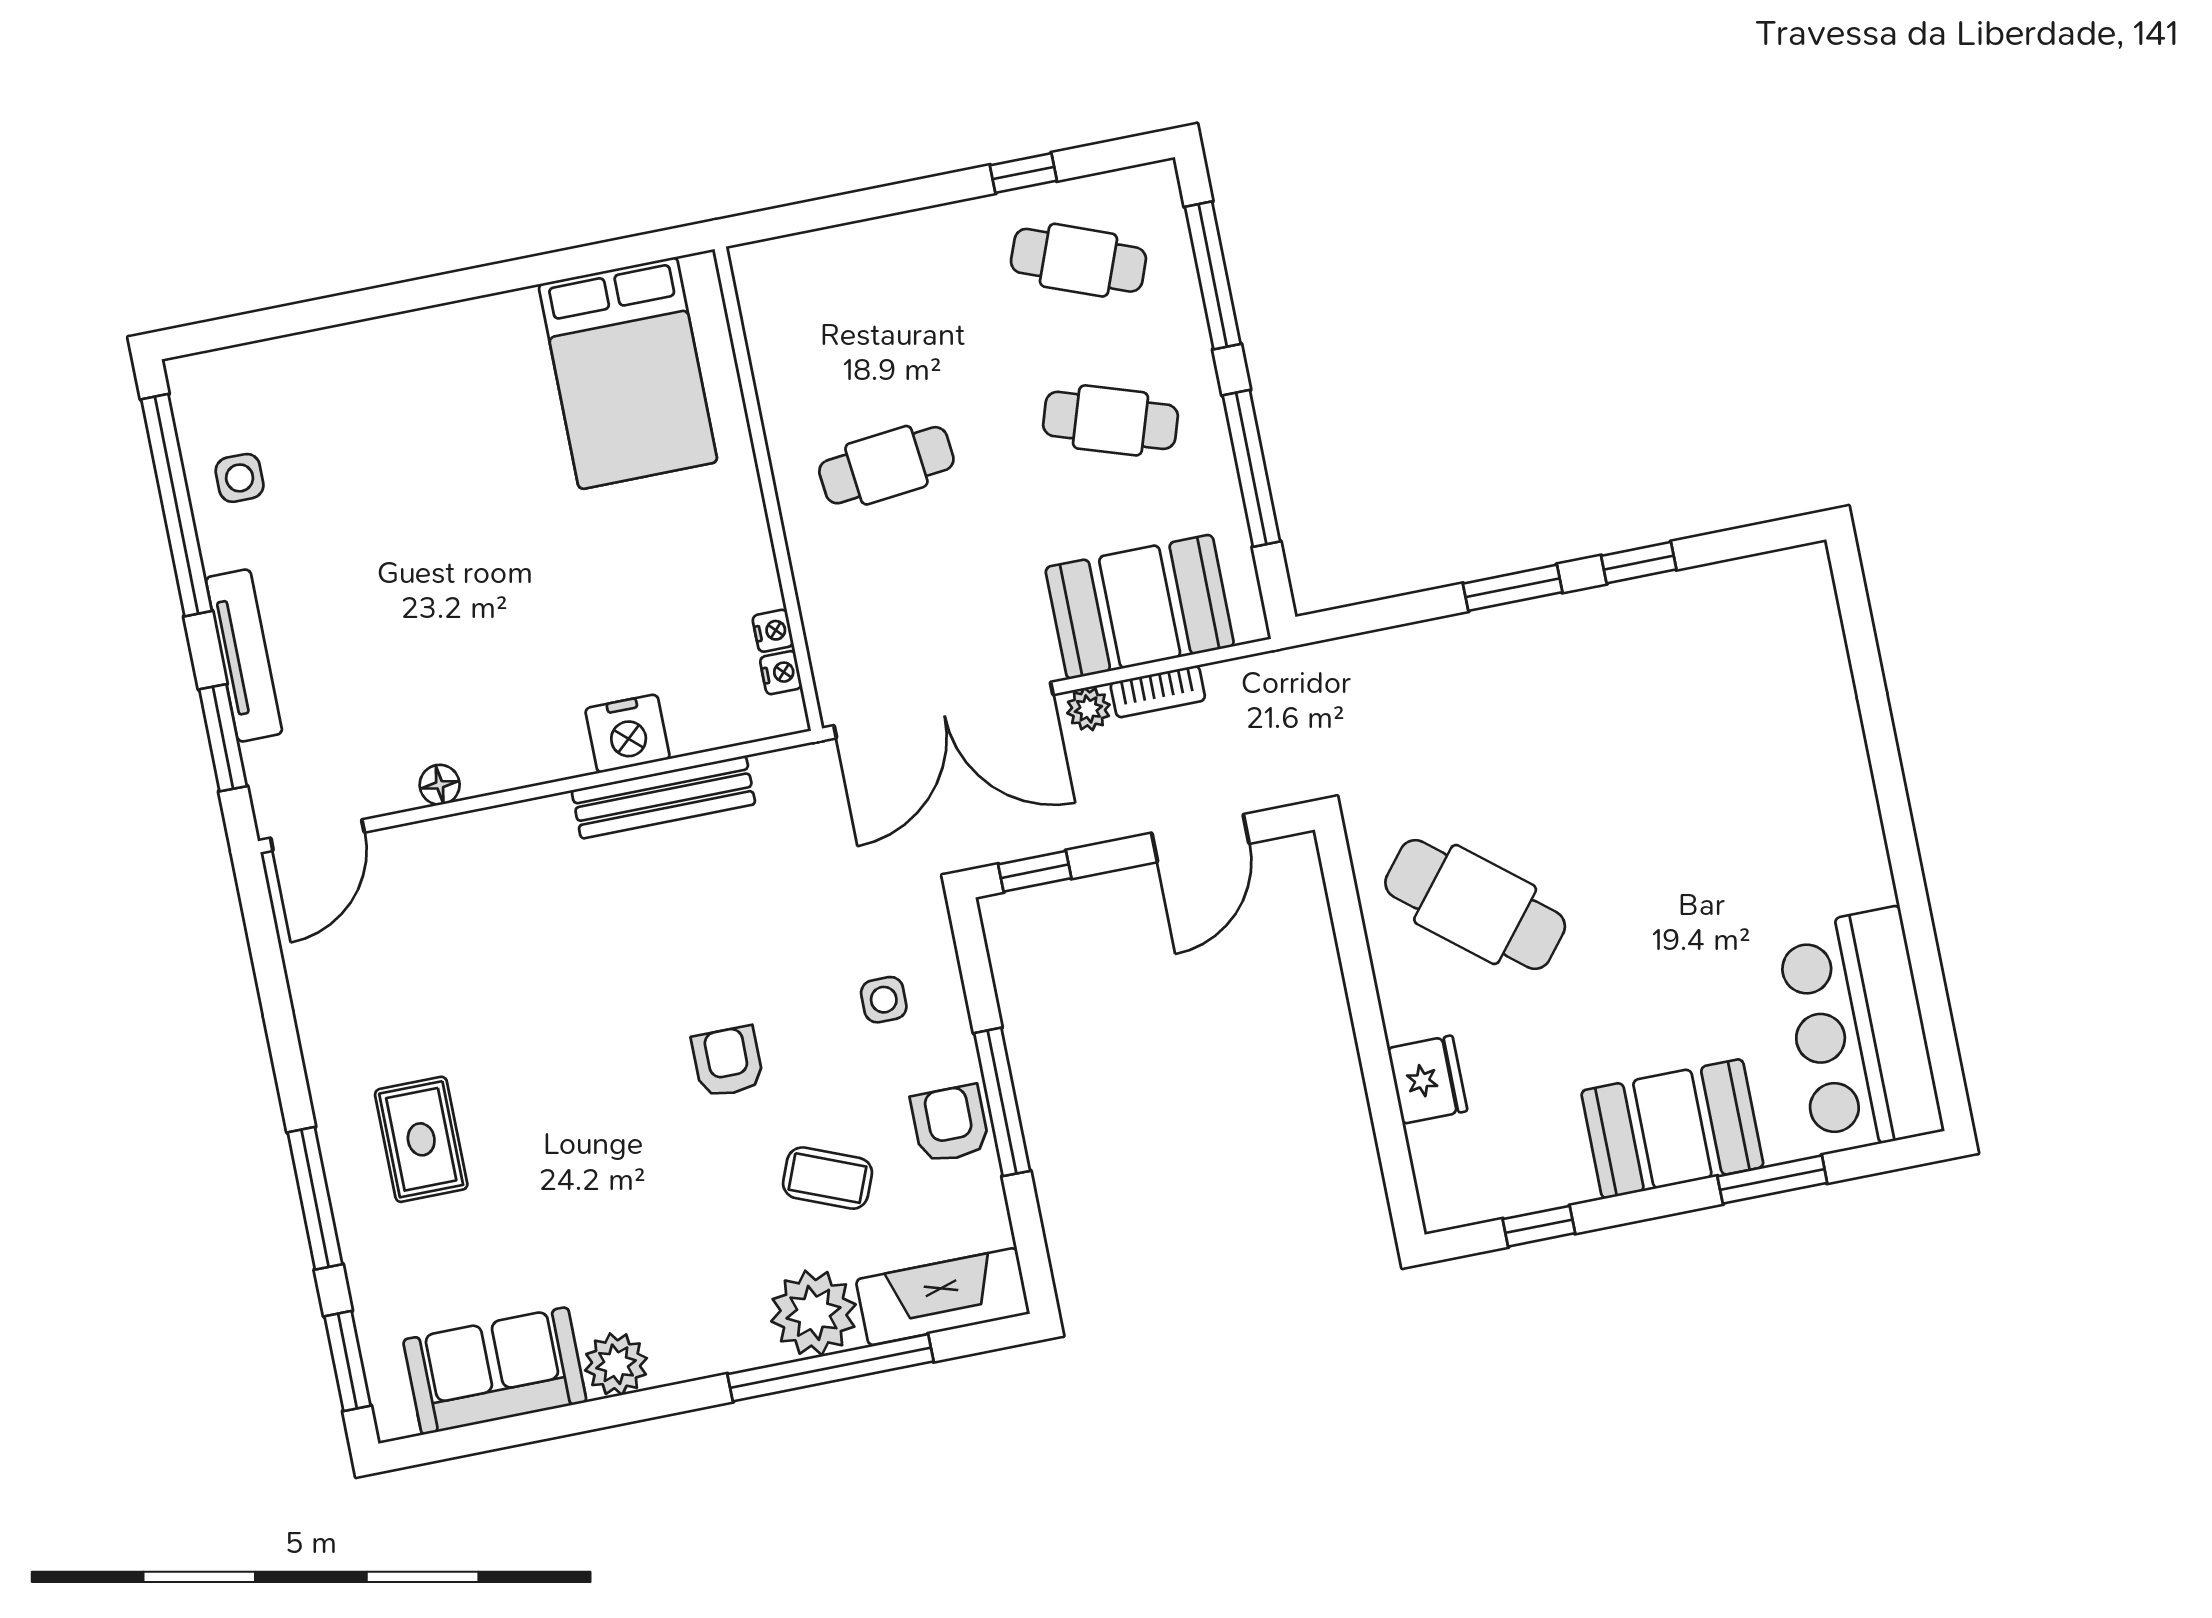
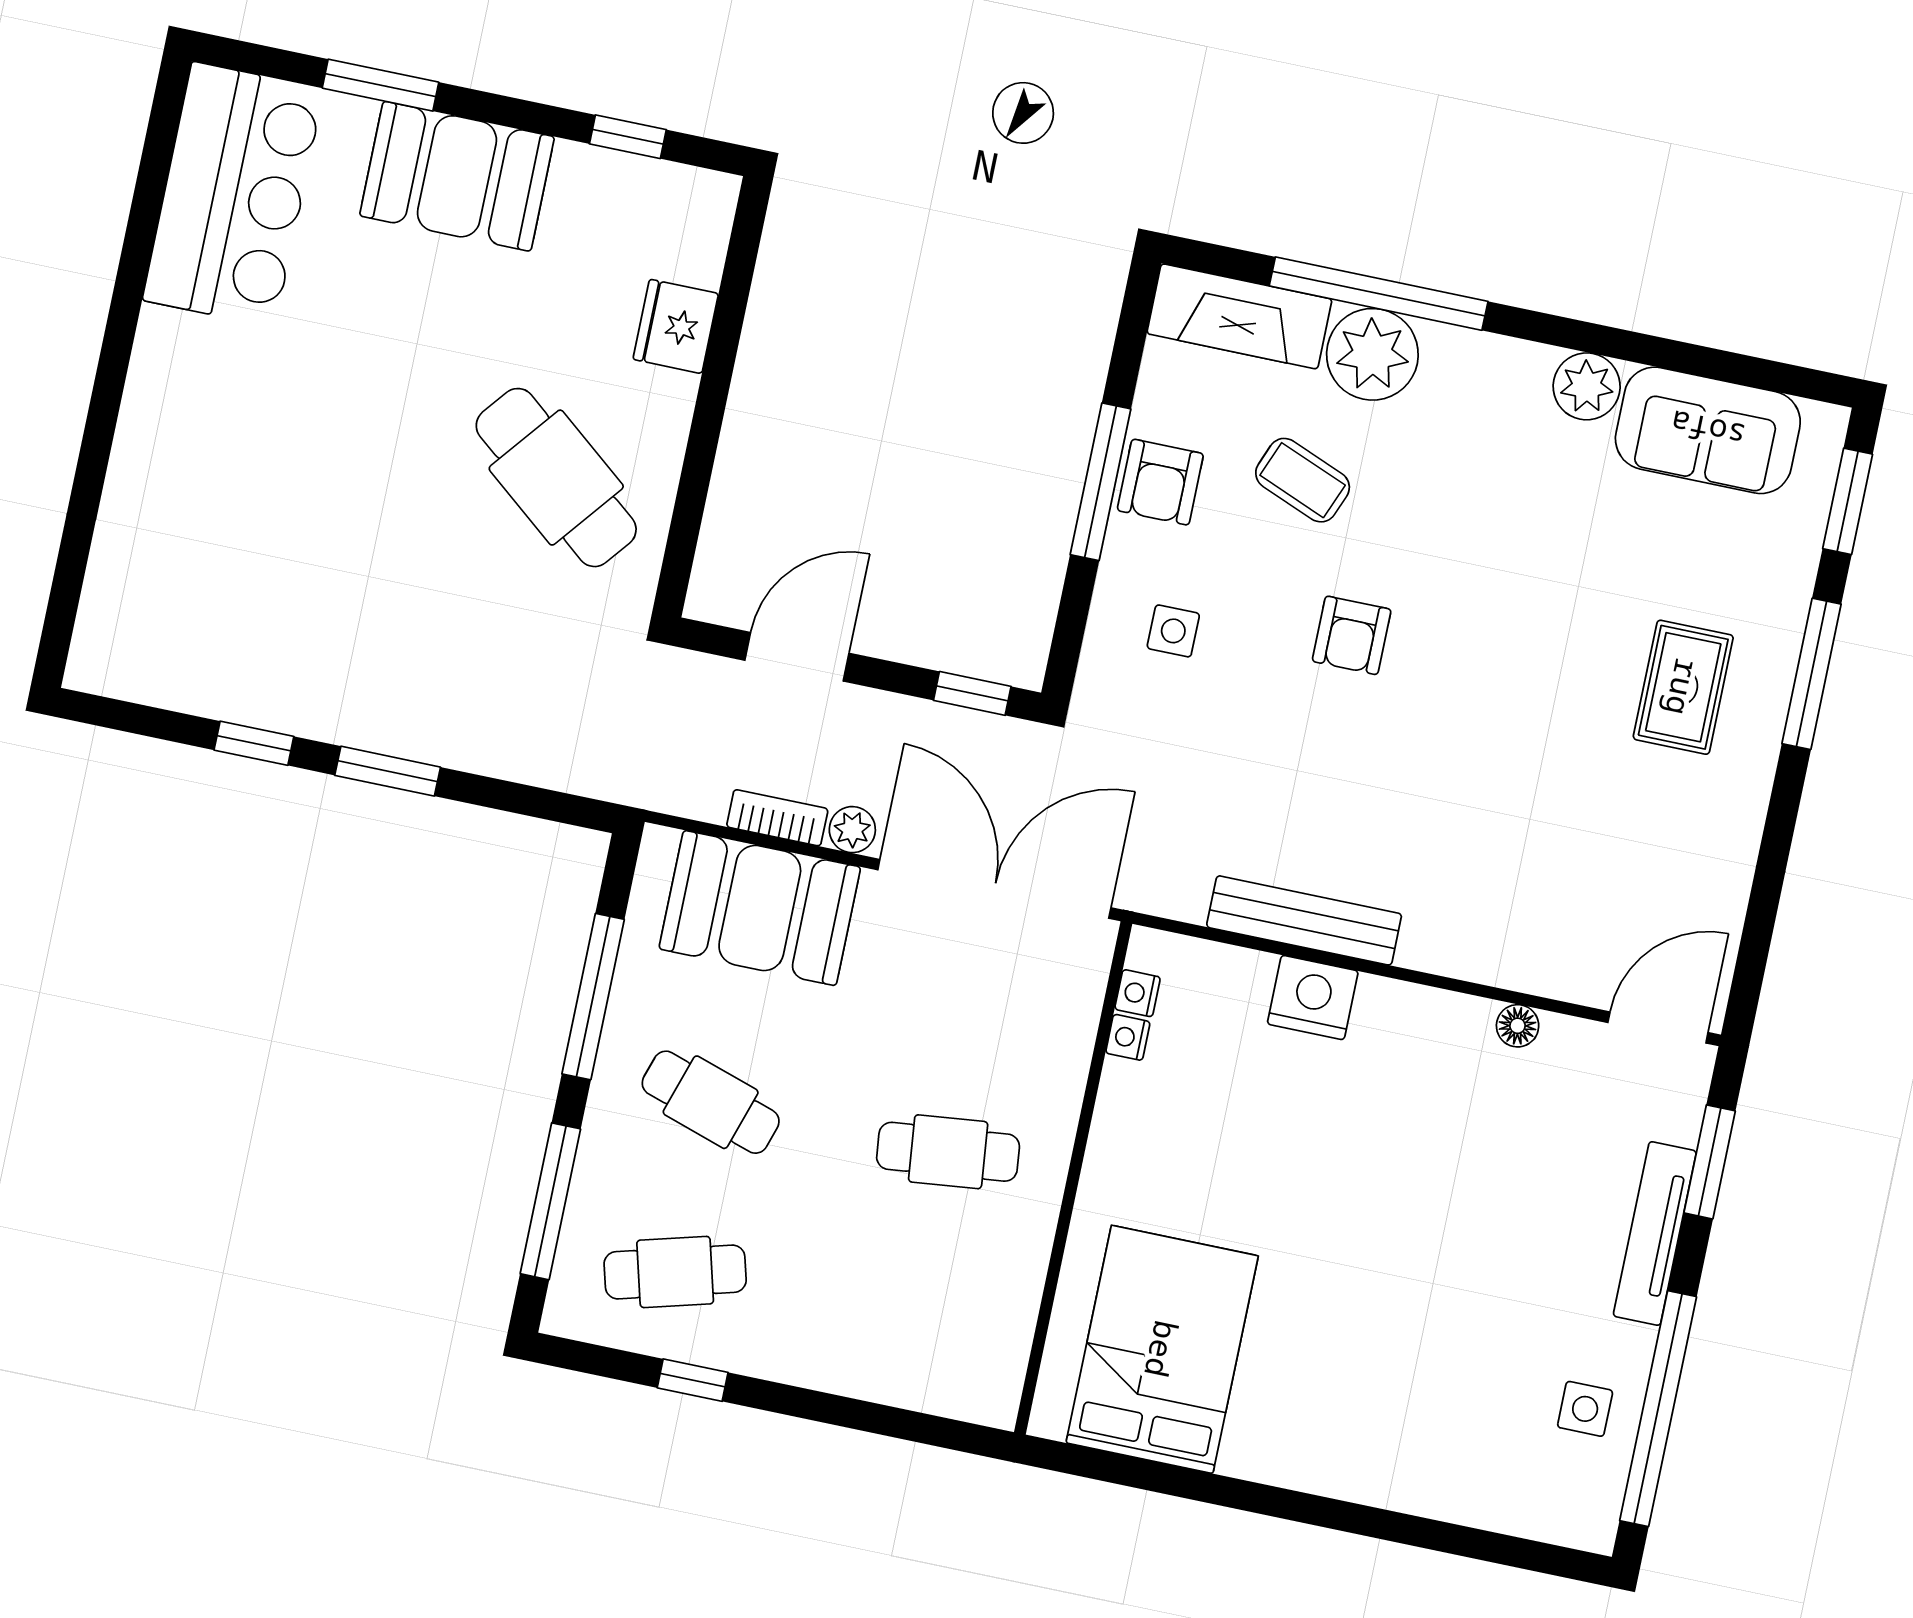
cafe table: (1078, 260) -> (675, 1272), turned -36

